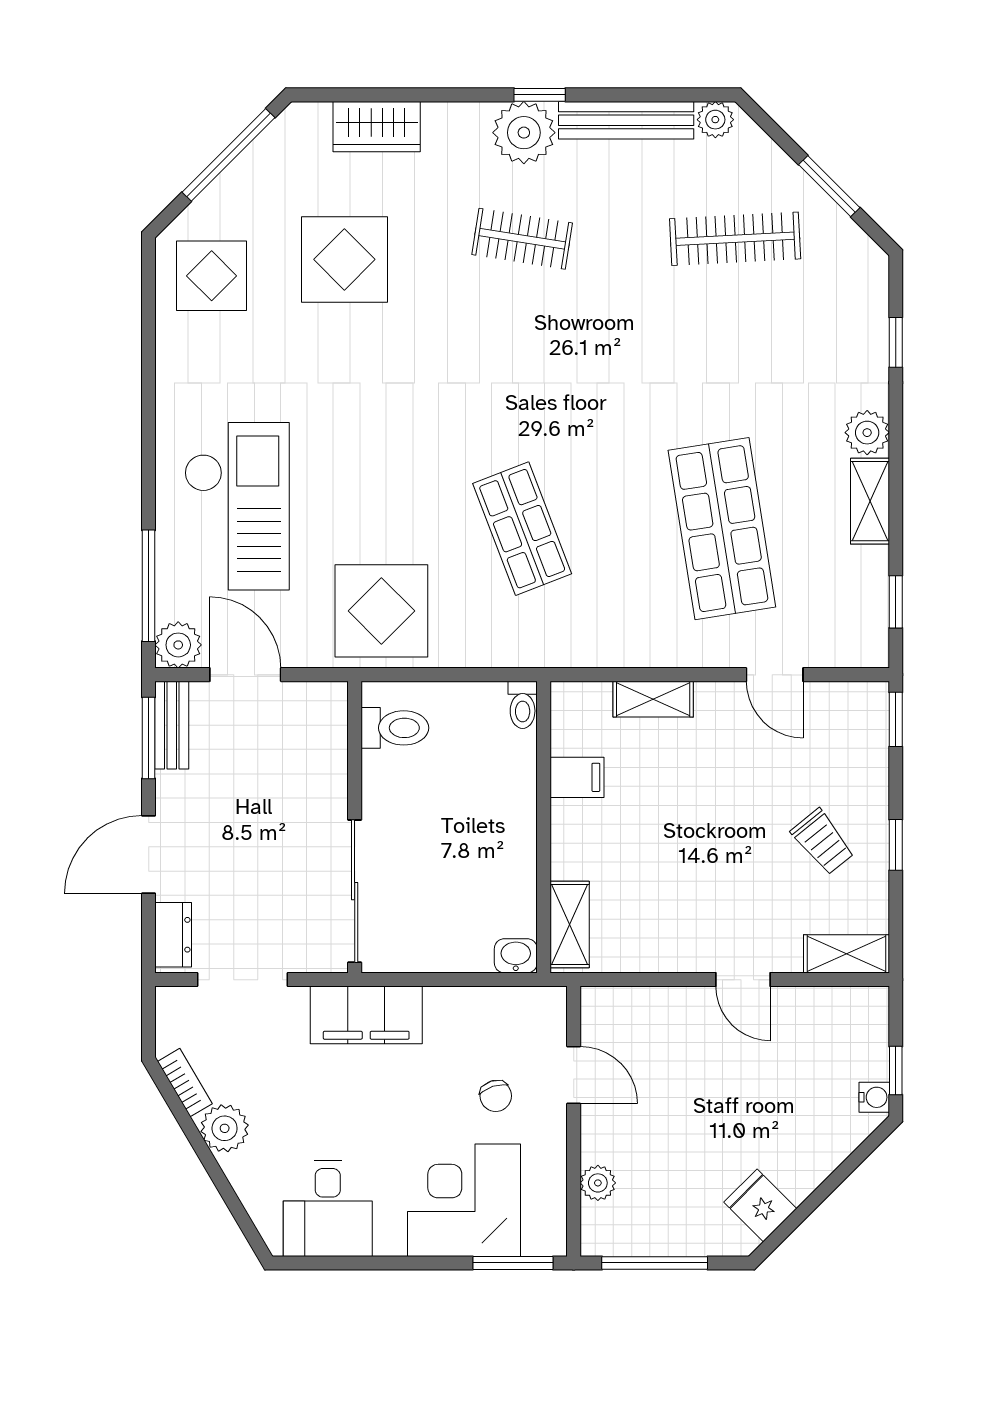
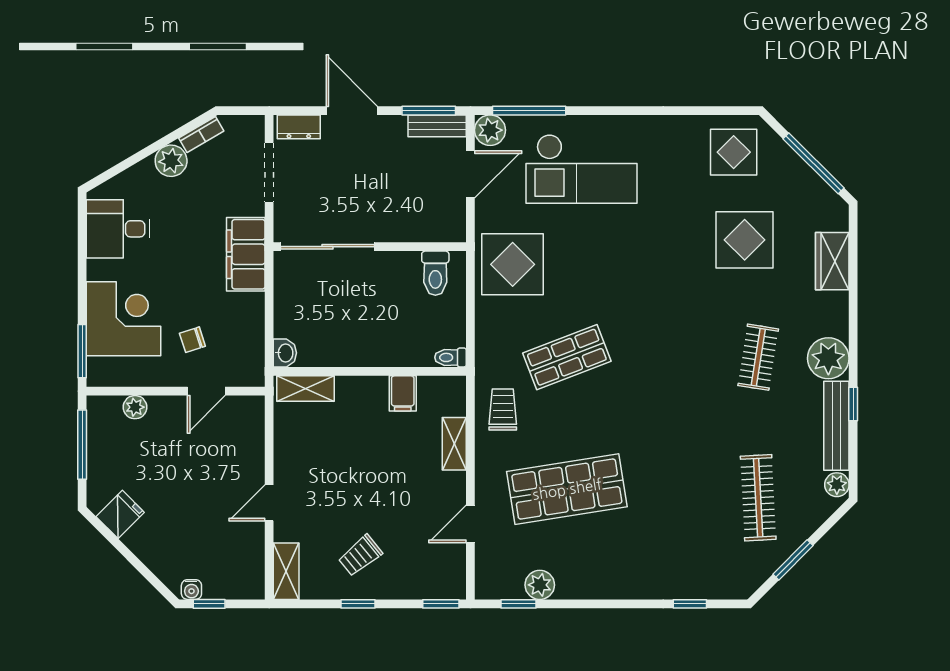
window: (540, 95) -> (853, 404), moved
plant: (867, 433) -> (540, 585), moved
shelving: (870, 501) -> (585, 587), removed
trolley: (601, 626) -> (503, 409), added

